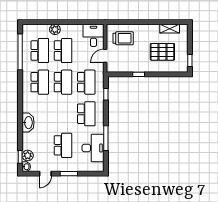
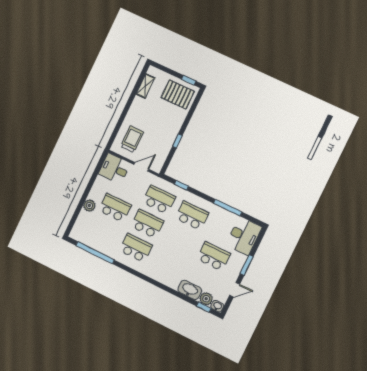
school desk: (40, 51) -> (103, 232), removed
pallet: (162, 52) -> (178, 94), moved, turned 90
door: (105, 56) -> (141, 167), swing flipped
washbasin: (28, 123) -> (190, 290), moved
desk: (93, 148) -> (244, 236), moved, turned 90
door: (45, 174) -> (235, 290), hinge flipped

